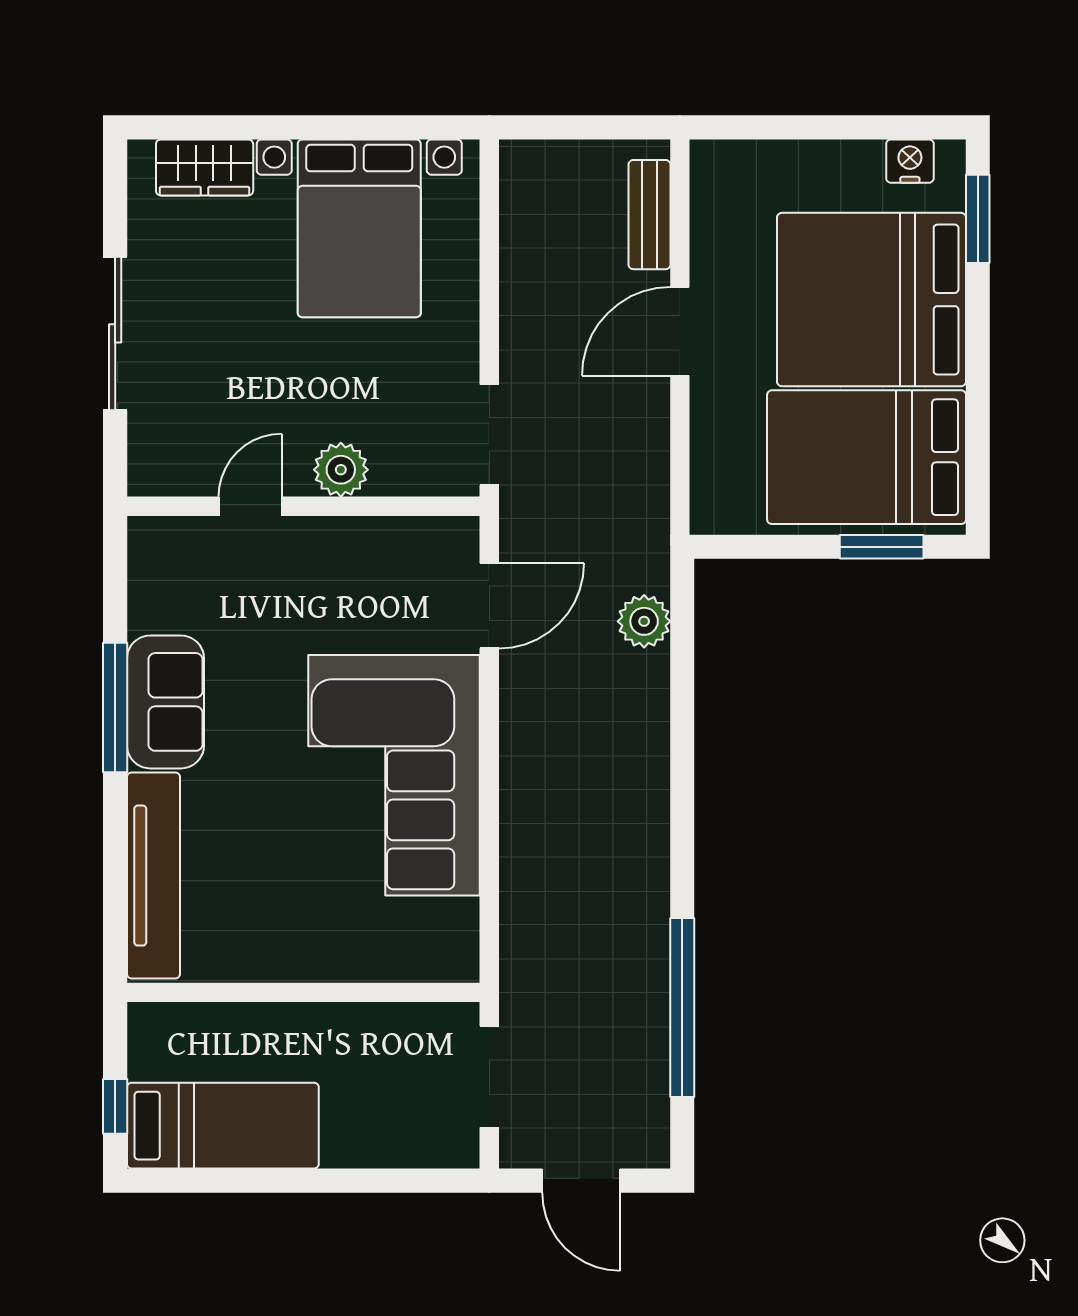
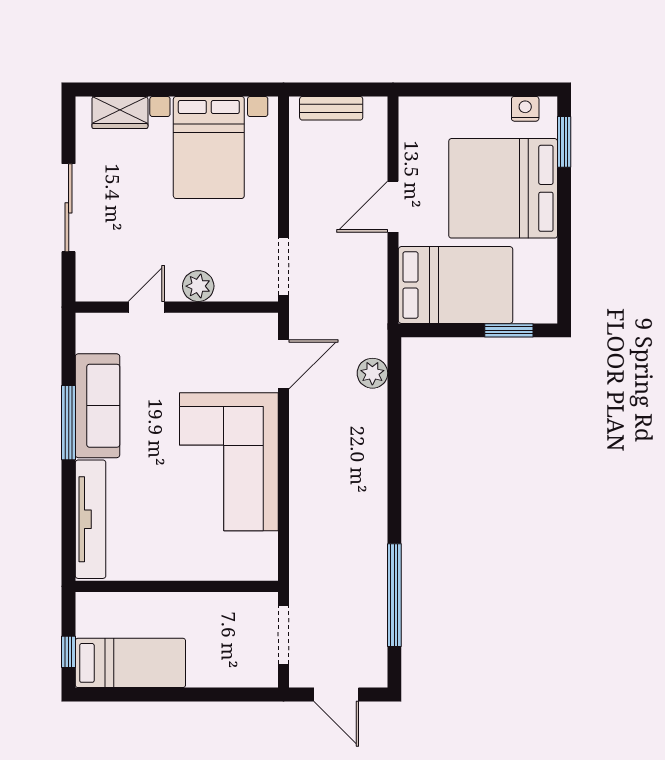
bench: (649, 215) -> (331, 108), moved, turned 90
bed: (867, 457) -> (456, 285), moved, turned 180
sofa: (166, 702) -> (97, 406), width x1.36

